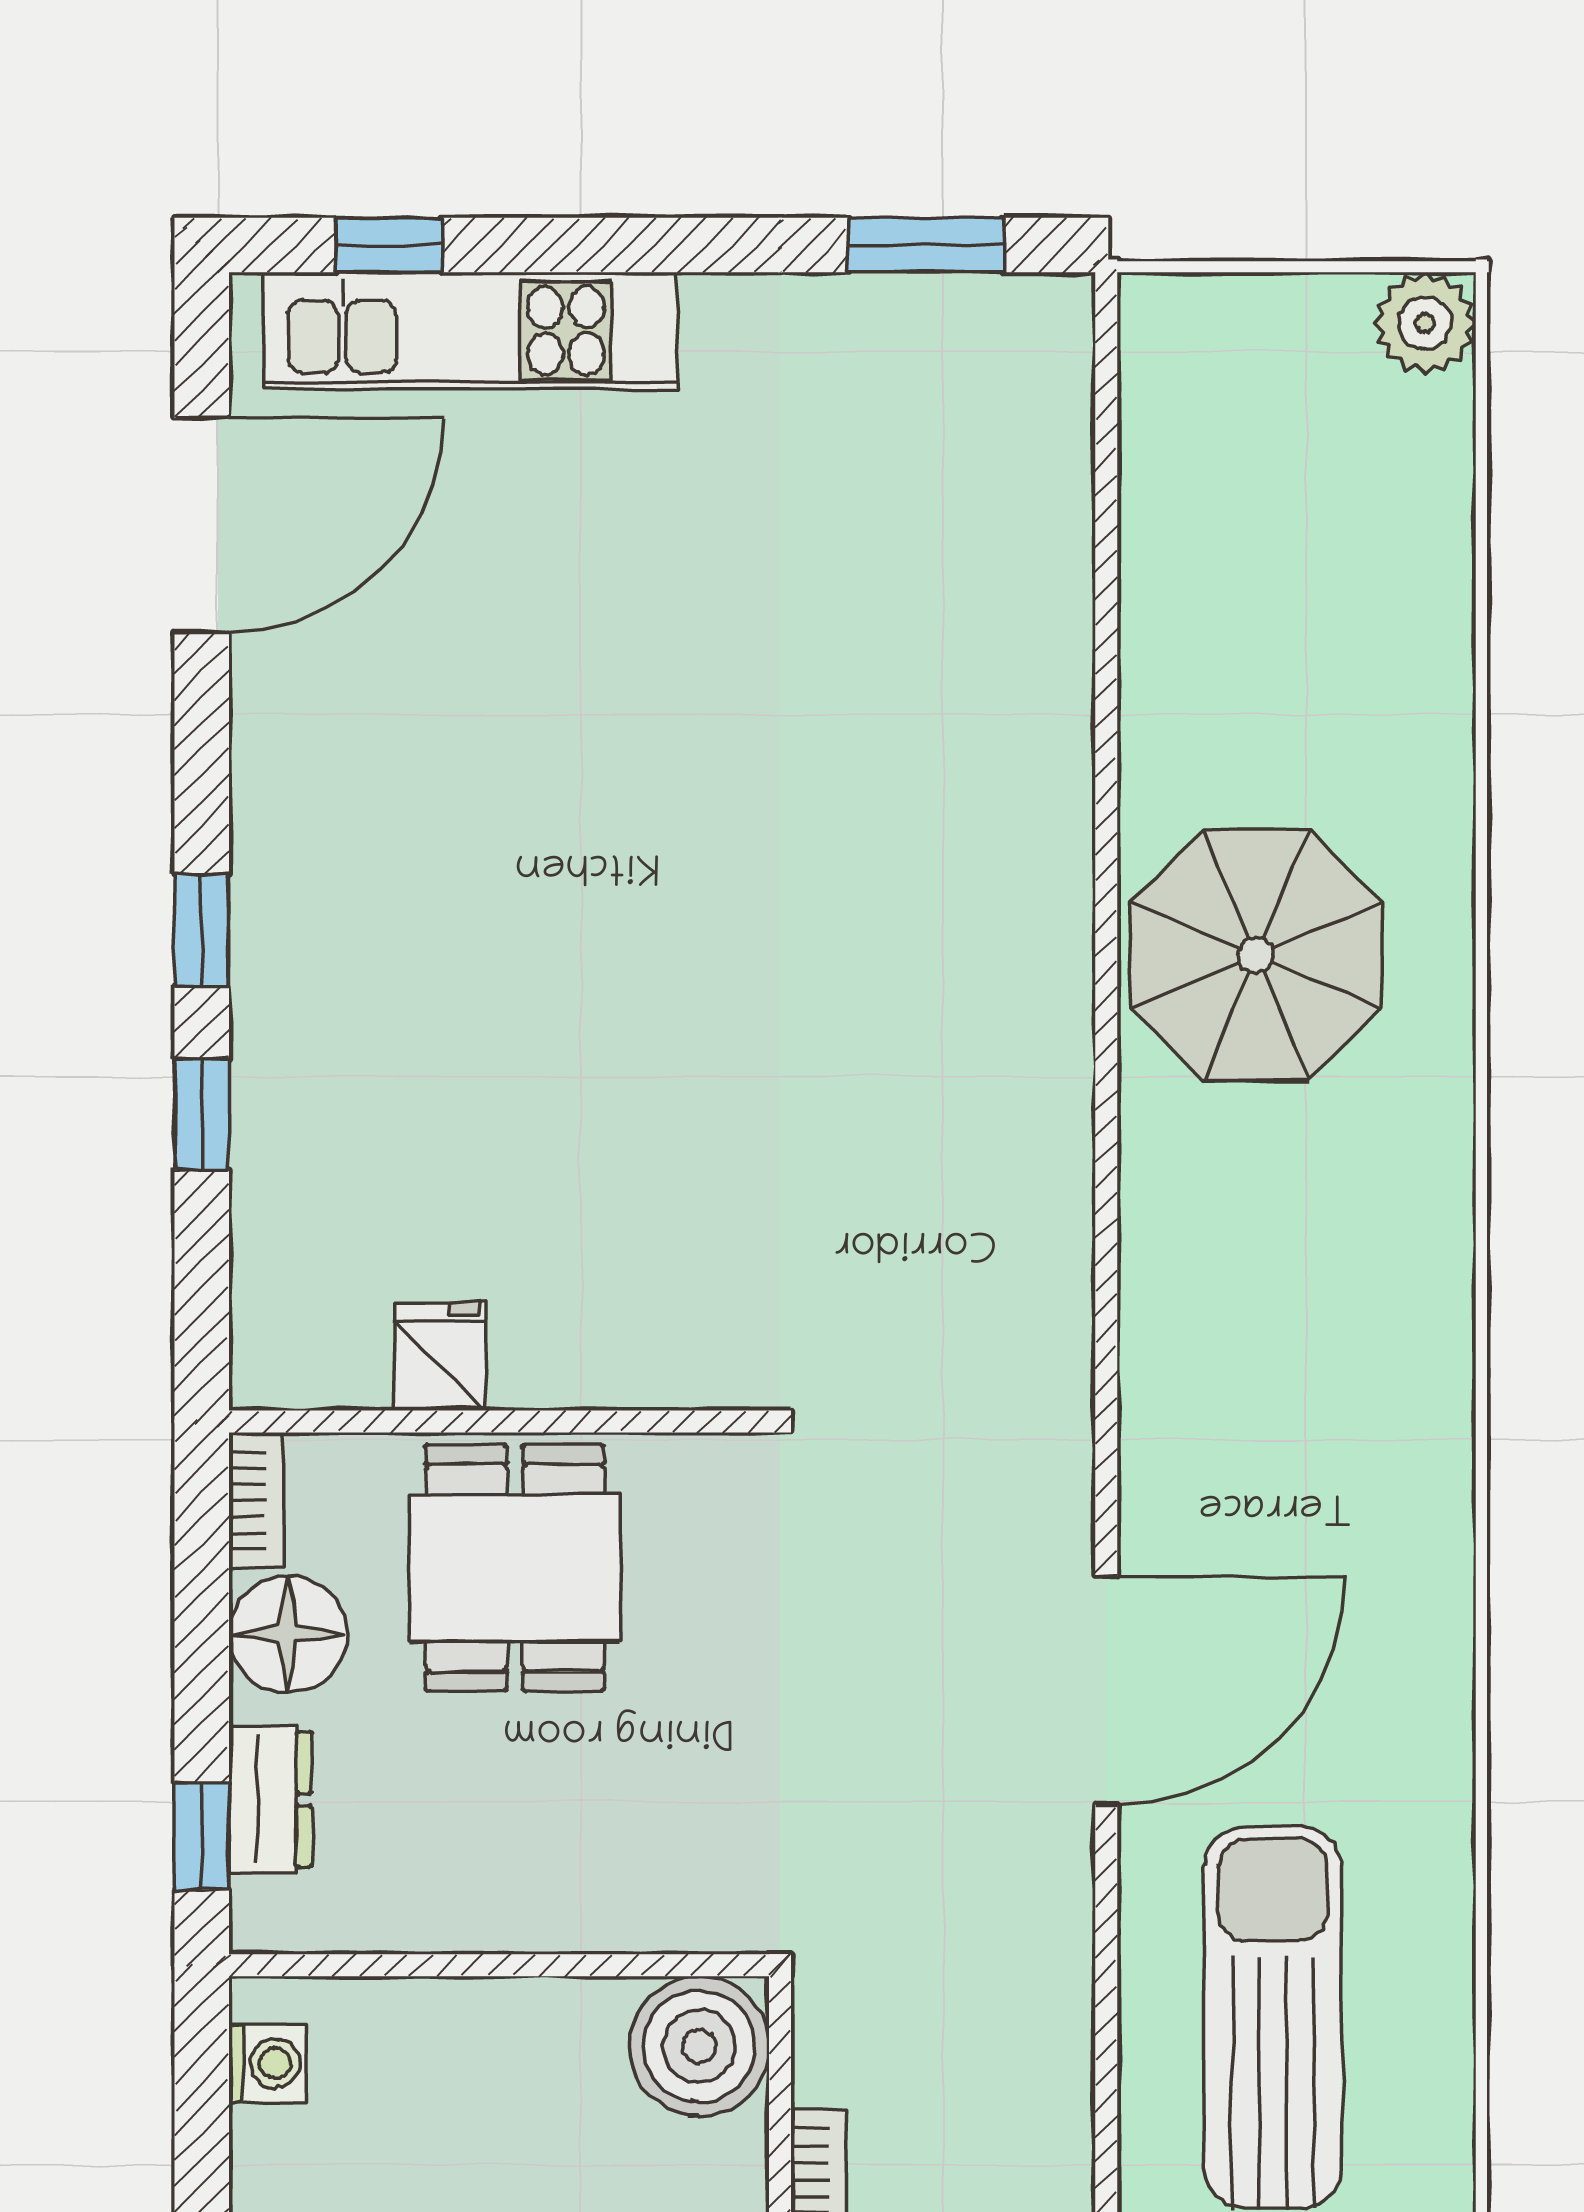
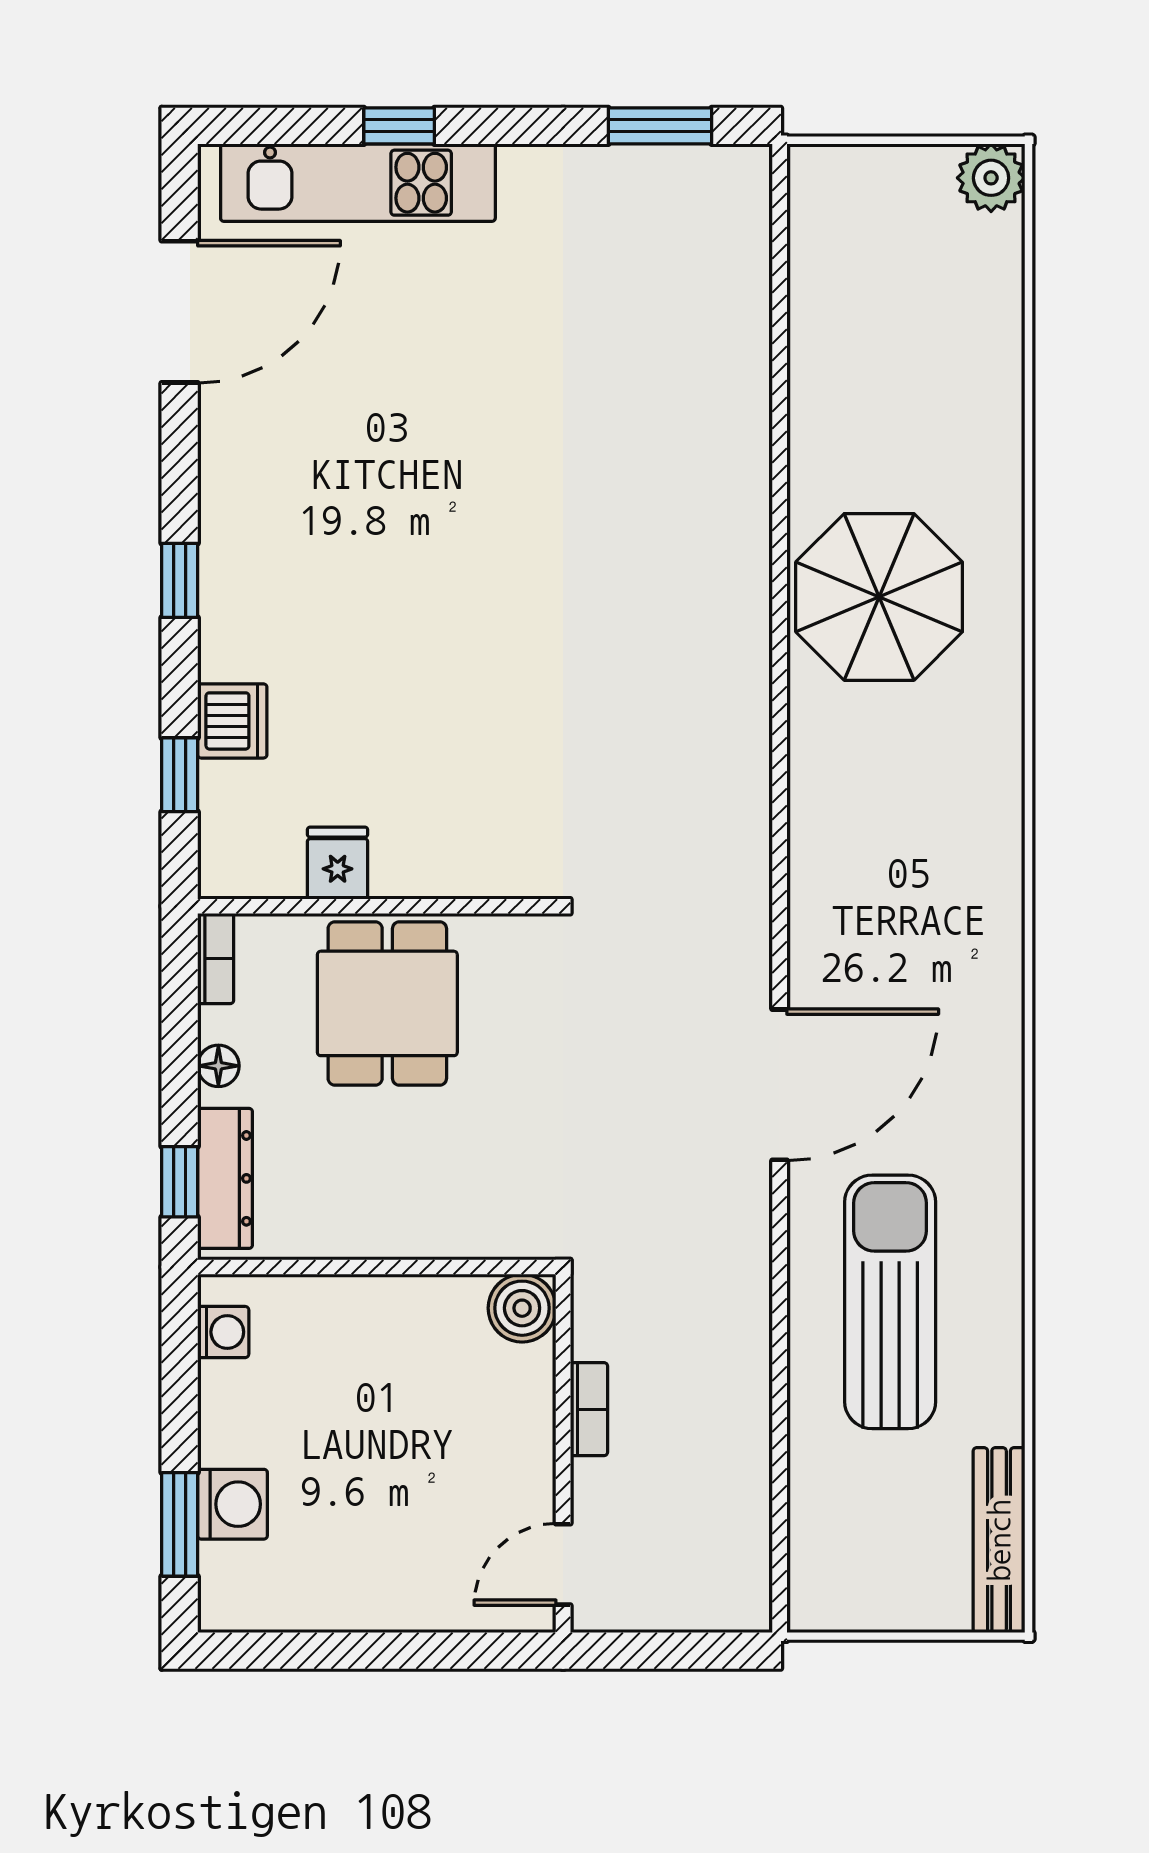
window: (389, 245) -> (399, 126), moved
window: (202, 1114) -> (180, 775), moved
dishwasher: (281, 1142) -> (232, 721), added
floor lamp: (288, 1634) -> (218, 1066), width x0.53, depth x0.53
dresser: (270, 1799) -> (225, 1178), width x1.44
boiler: (699, 2046) -> (522, 1308), width x0.73, depth x0.73

